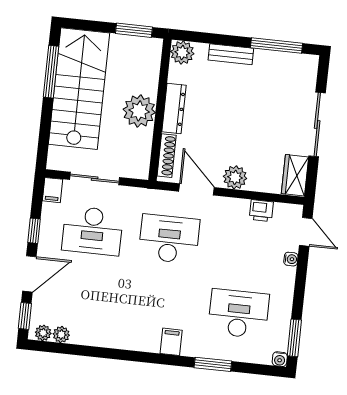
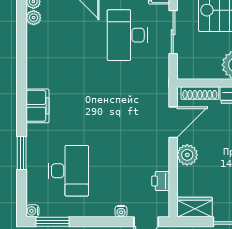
desk: (169, 239) -> (127, 103), removed
filing cabinet: (171, 342) -> (37, 106), width x2.00

